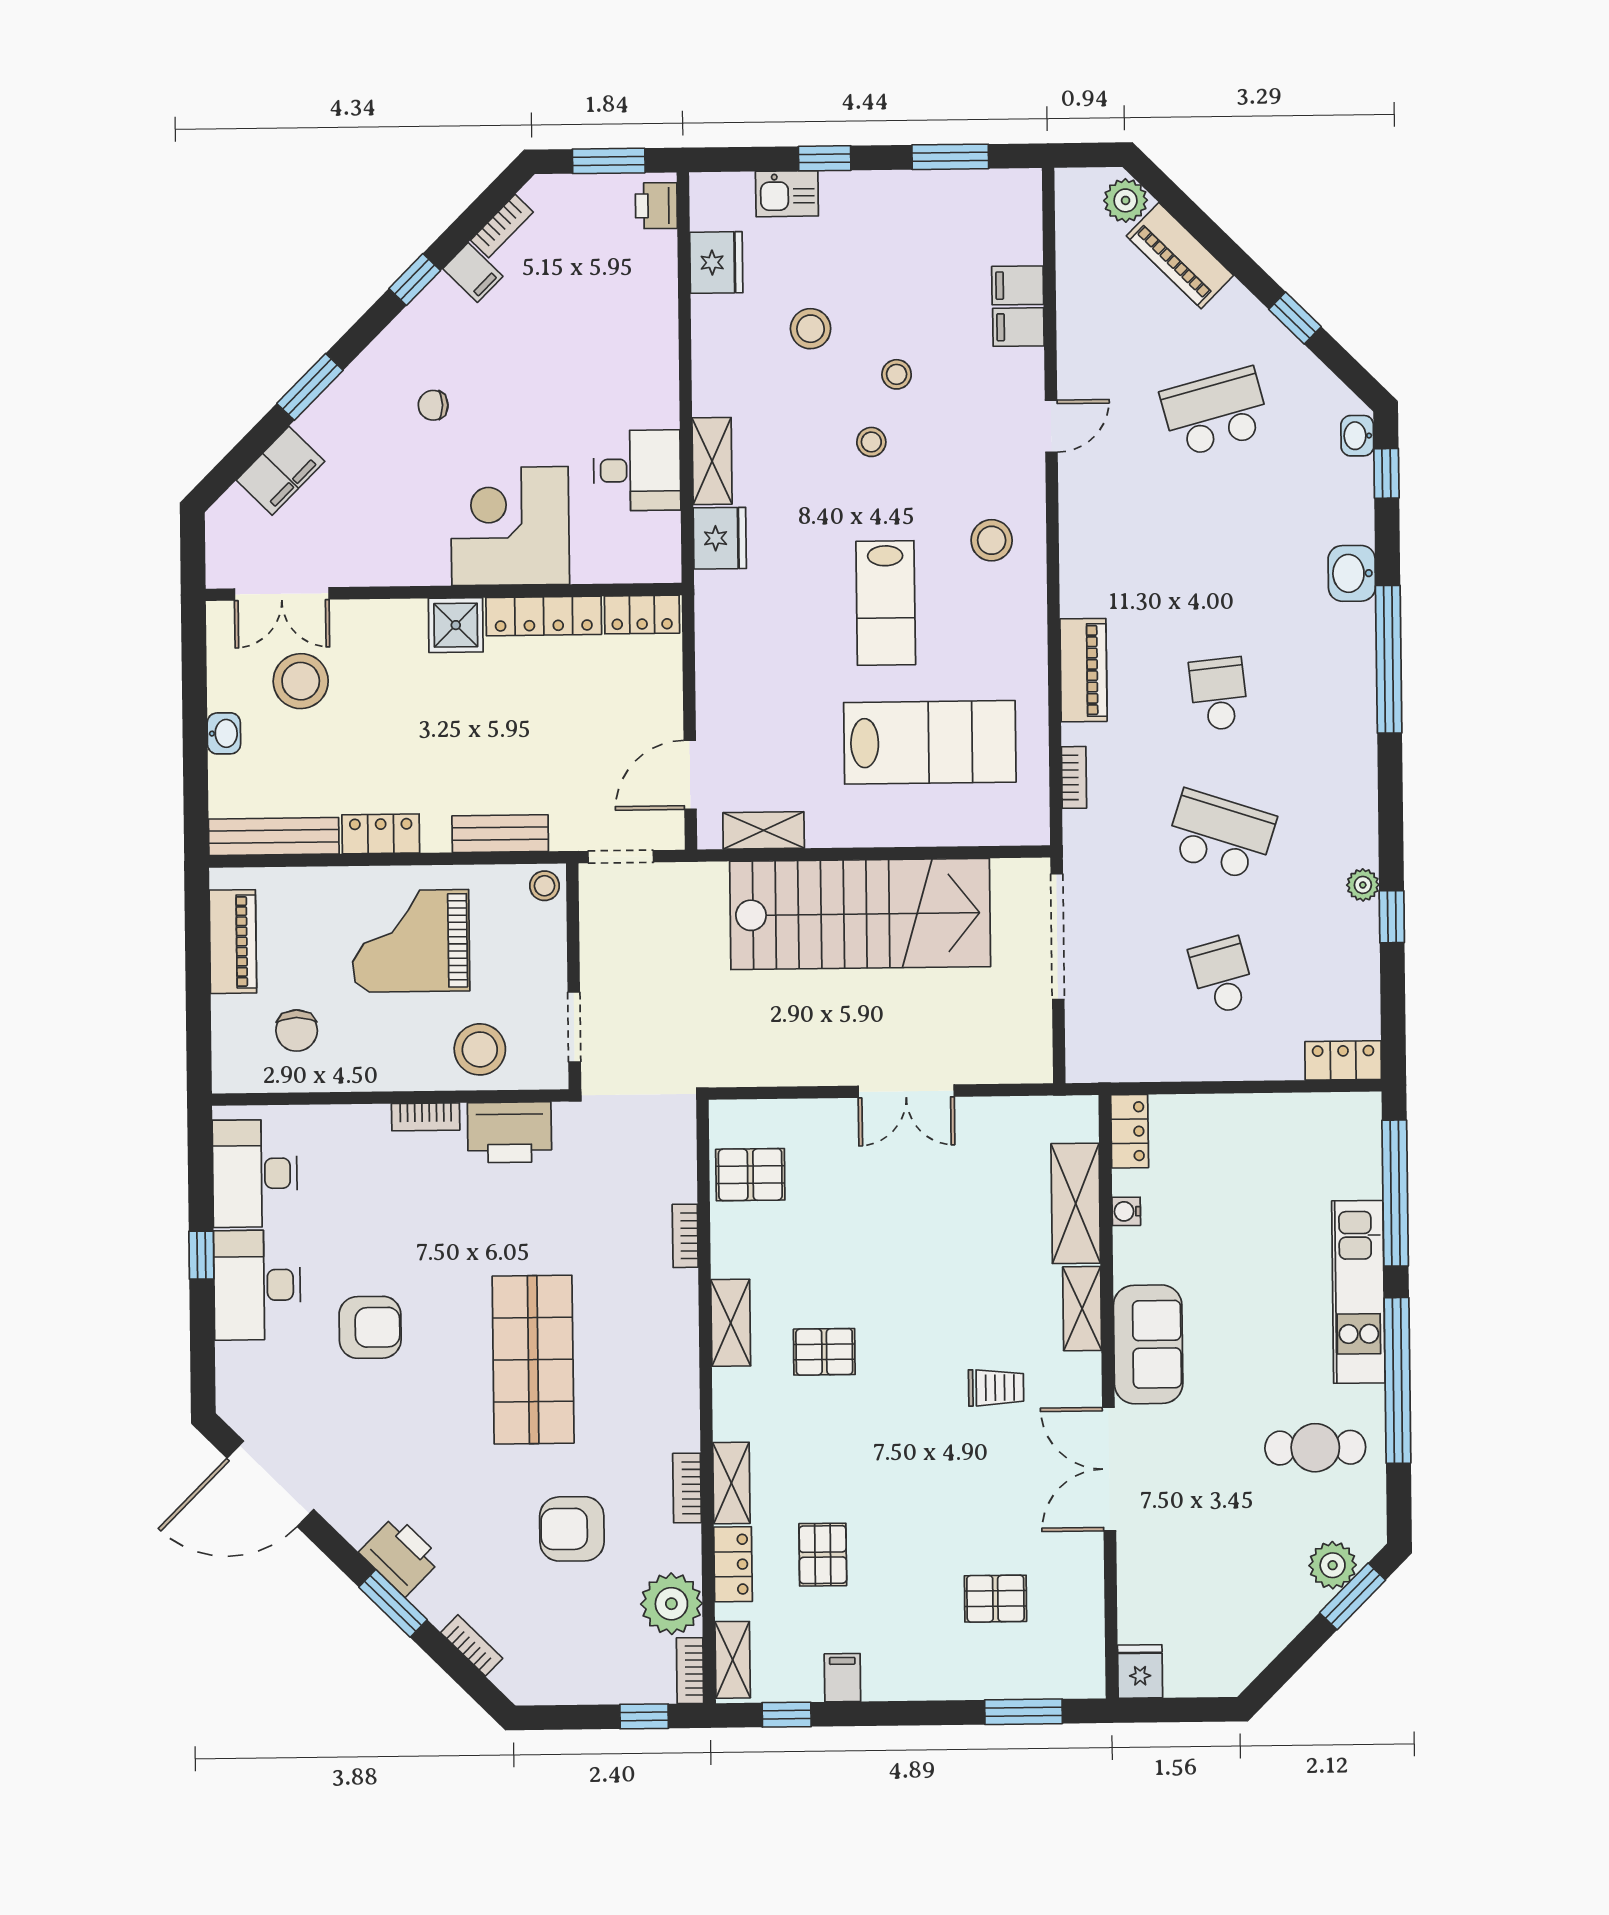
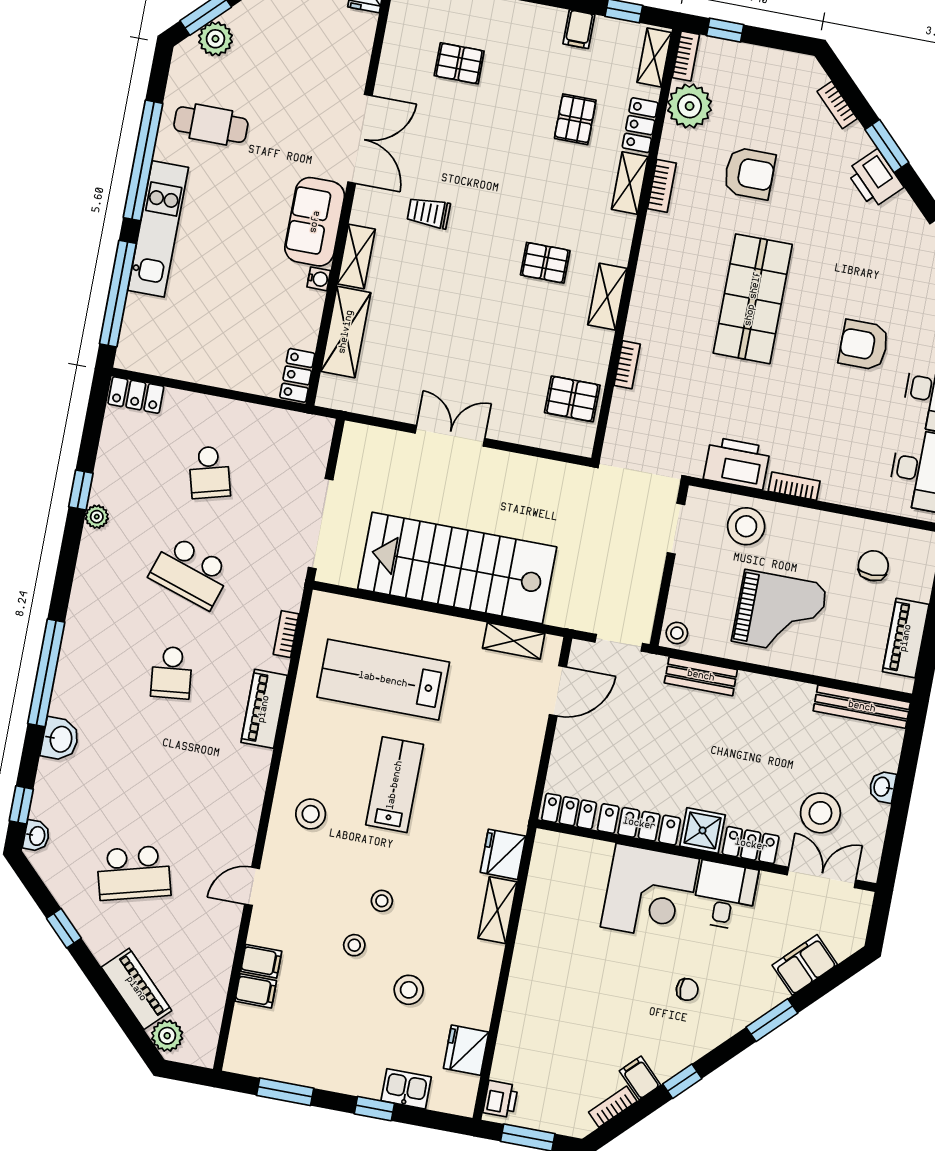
desk: (637, 470) -> (725, 896), moved, turned 90
locker: (381, 834) -> (751, 845), moved, turned 180
water cooler: (1126, 1211) -> (319, 279), moved

